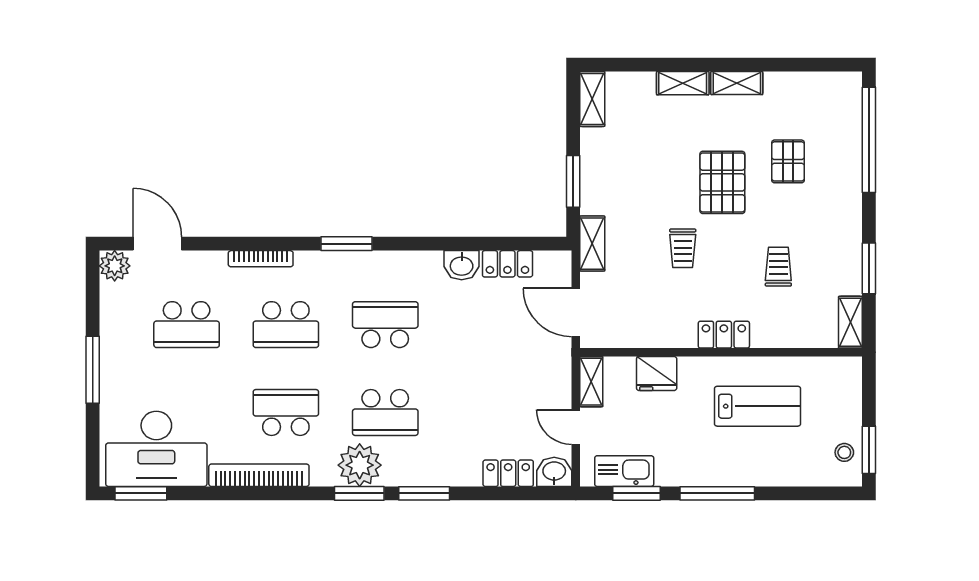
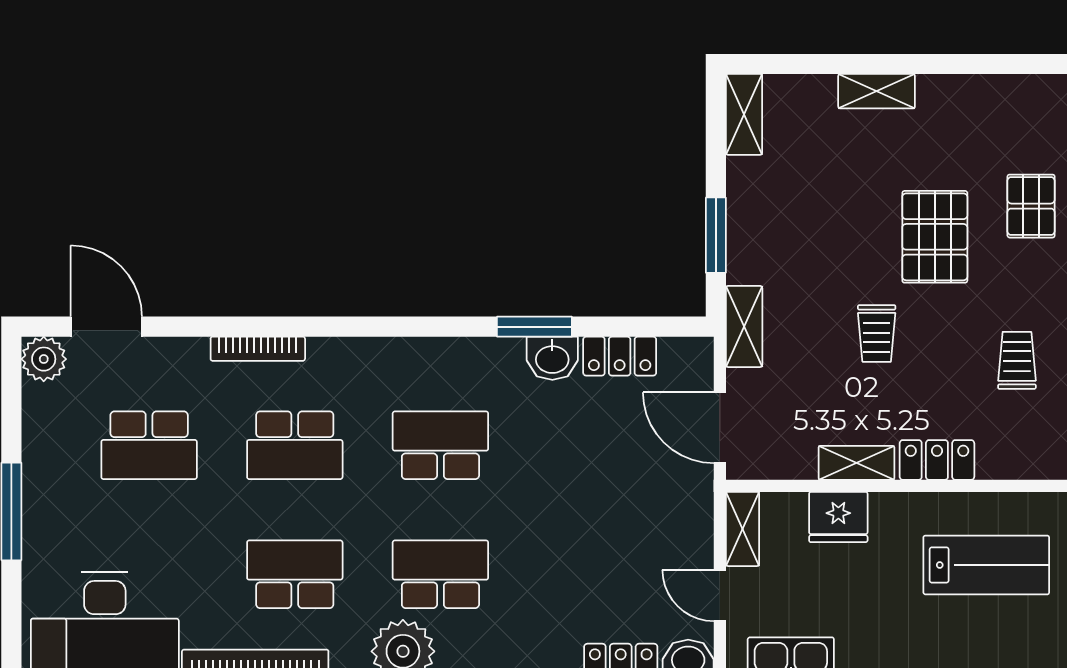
shelving: (737, 83) -> (856, 463), moved
window: (346, 244) -> (534, 327), moved
school desk: (385, 413) -> (440, 574), turned 180

